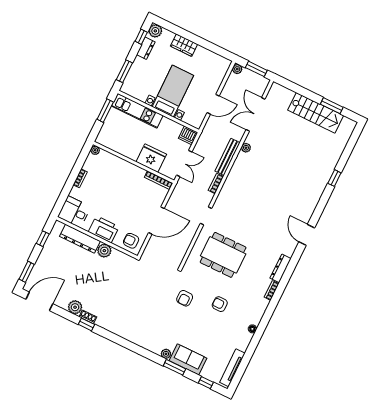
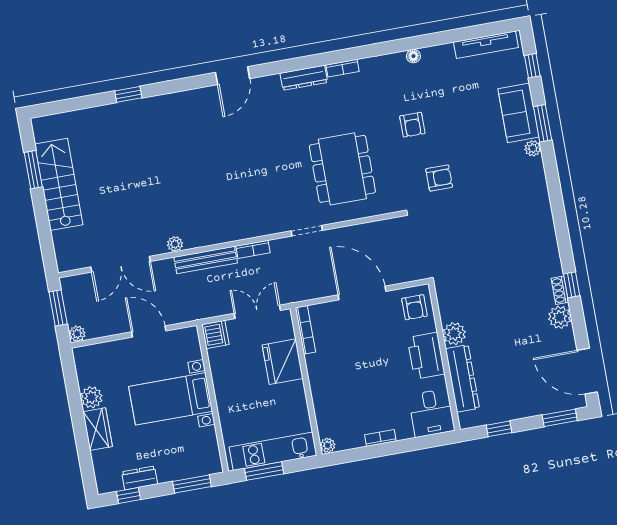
plant: (155, 31) -> (91, 397), moved
kitchen unit: (137, 111) -> (273, 451), moved, turned -90

